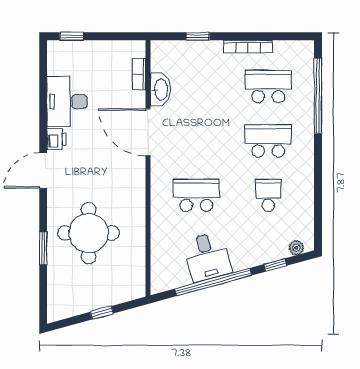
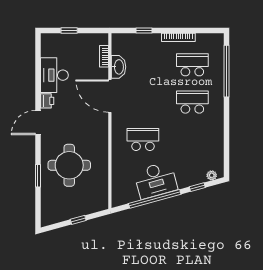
window: (72, 36) -> (69, 30), moved
school desk: (268, 195) -> (192, 139), removed
desk: (207, 257) -> (156, 180), width x1.37

